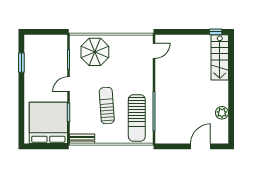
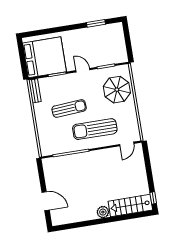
door: (154, 51) -> (127, 144), hinge flipped
plant: (222, 113) -> (103, 212), moved
sun lounger: (137, 118) -> (95, 129), moved

